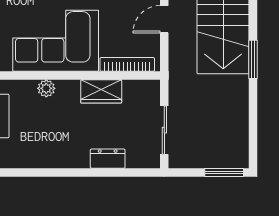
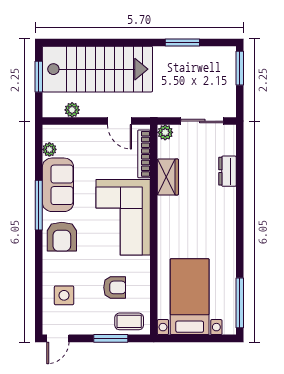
door: (164, 19) -> (120, 121), moved
window: (253, 59) -> (182, 43), moved
plant: (46, 88) -> (165, 132), moved

